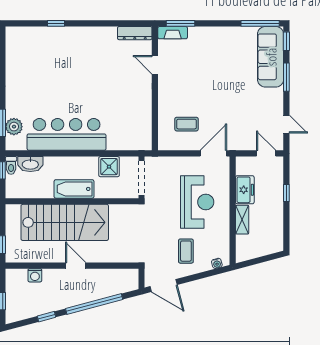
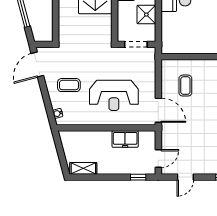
doorway: (141, 178) -> (136, 44), width x0.73
window: (286, 193) -> (138, 177), moved
shelving: (242, 220) -> (83, 168), moved

